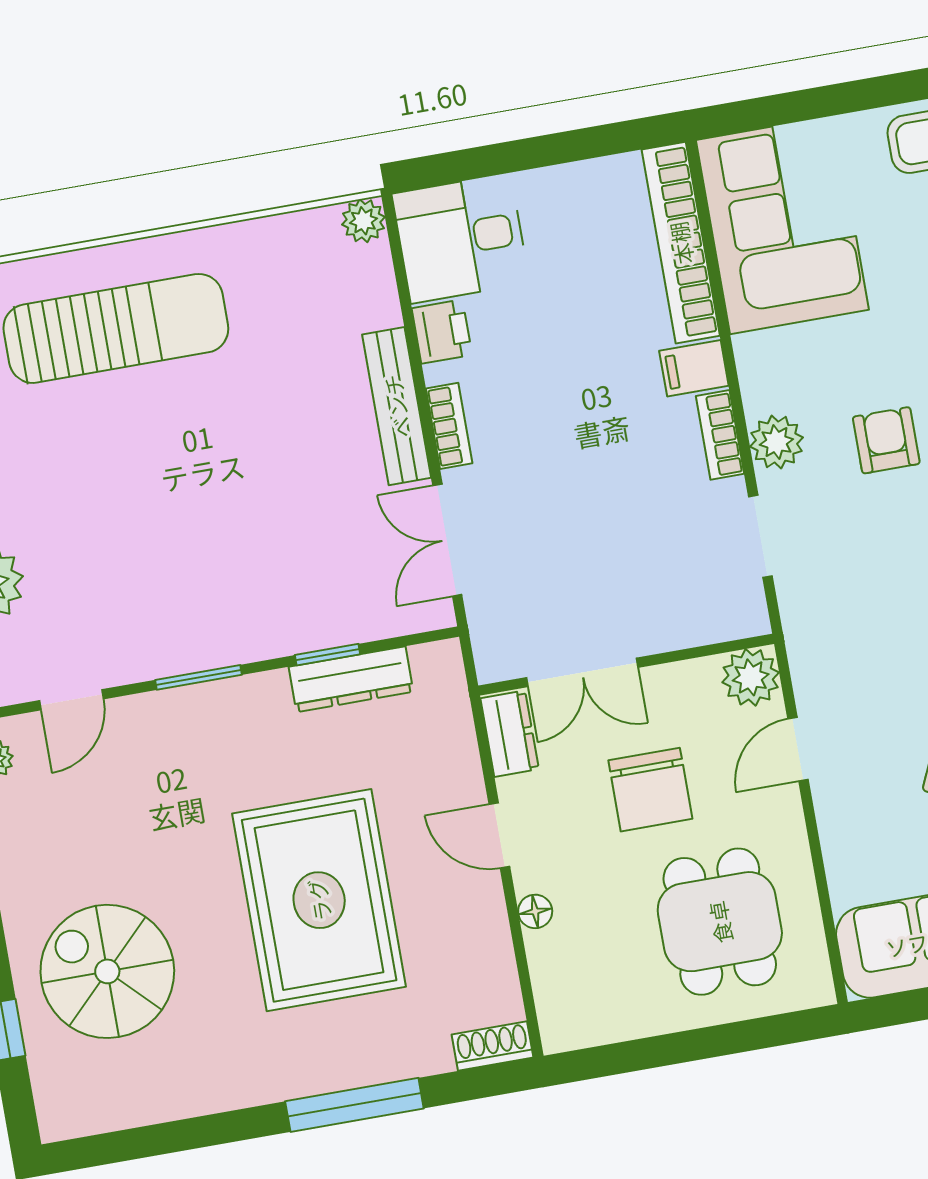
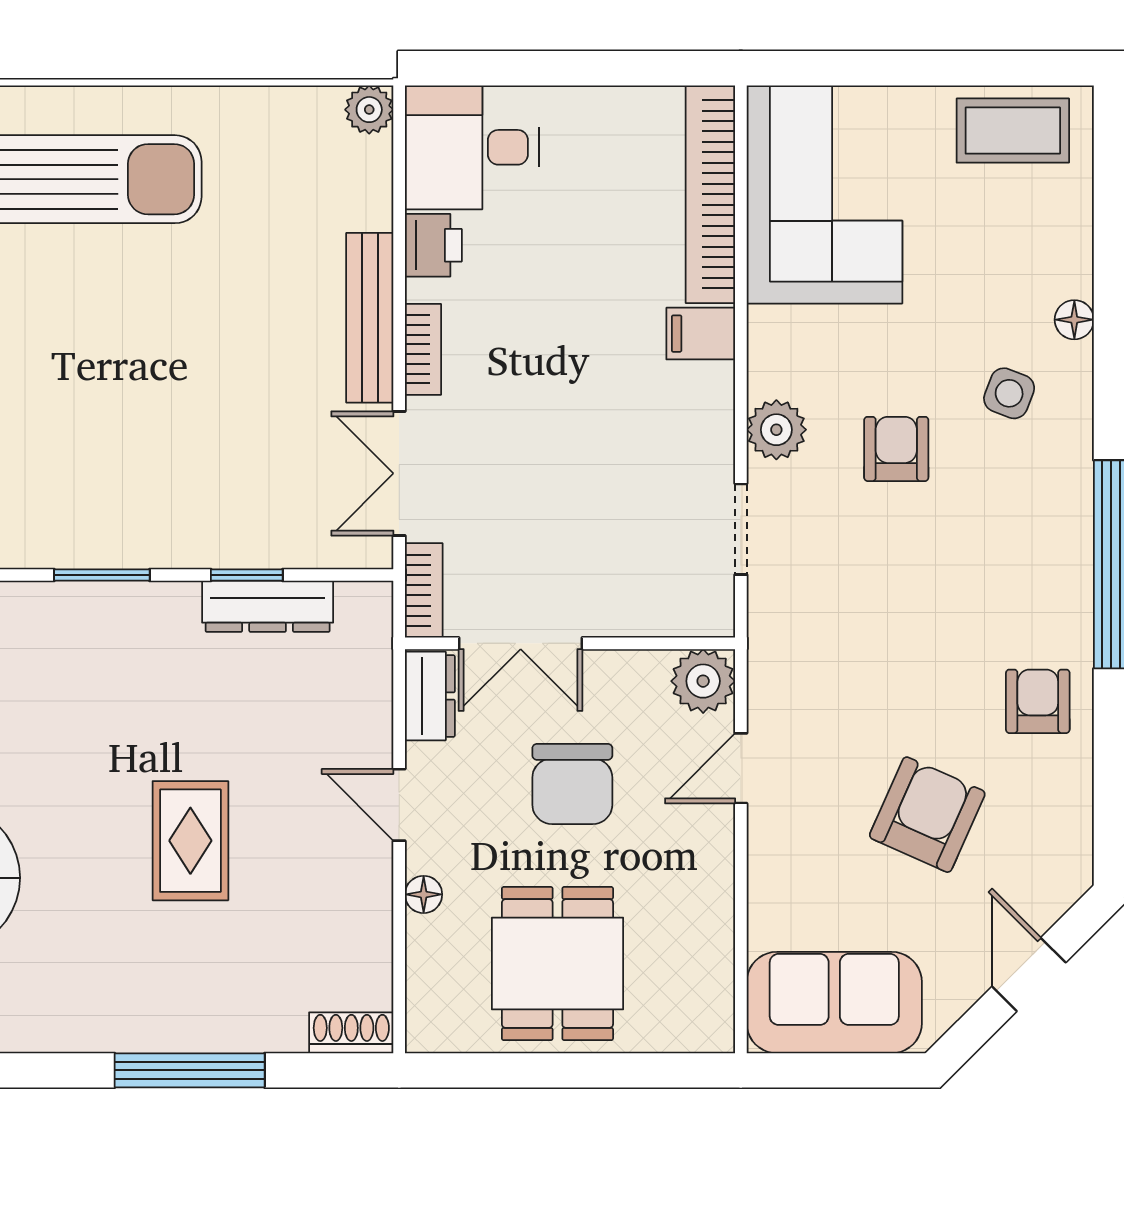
bookcase: (720, 435) -> (424, 590), moved, turned 180
rug: (319, 900) -> (190, 841), width x0.54, depth x0.49
dining table: (720, 922) -> (557, 964), moved

